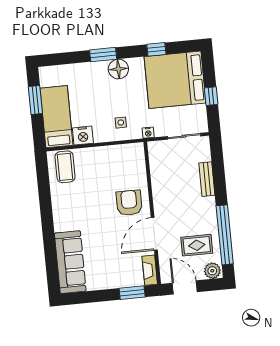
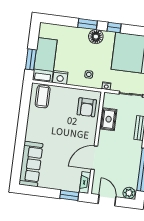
window: (156, 49) -> (114, 27), moved
window: (35, 100) -> (31, 59), moved
armchair: (129, 203) -> (87, 107), moved, turned 180
rug: (197, 245) -> (109, 119), moved, turned 90

